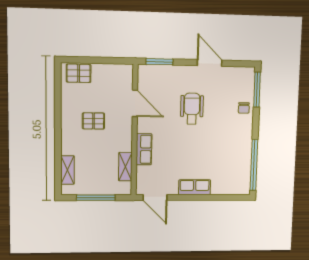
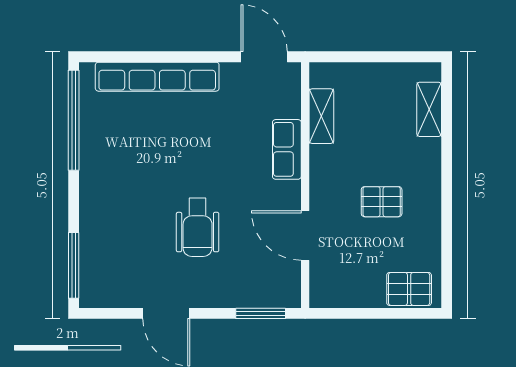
chair: (244, 108) -> (98, 230), removed
row of seats: (195, 187) -> (157, 77), width x2.02
window: (96, 198) -> (376, 57), removed

